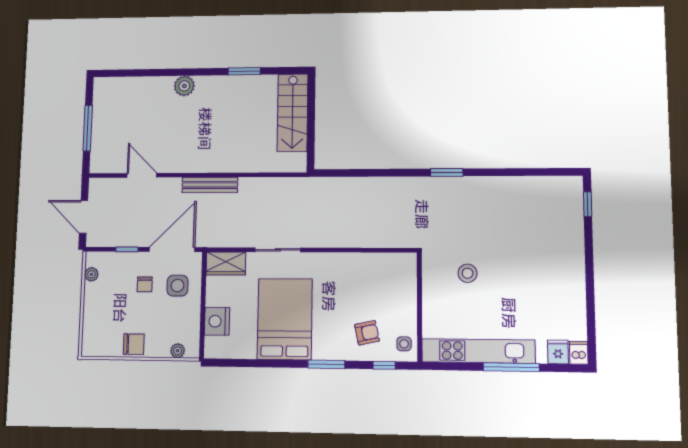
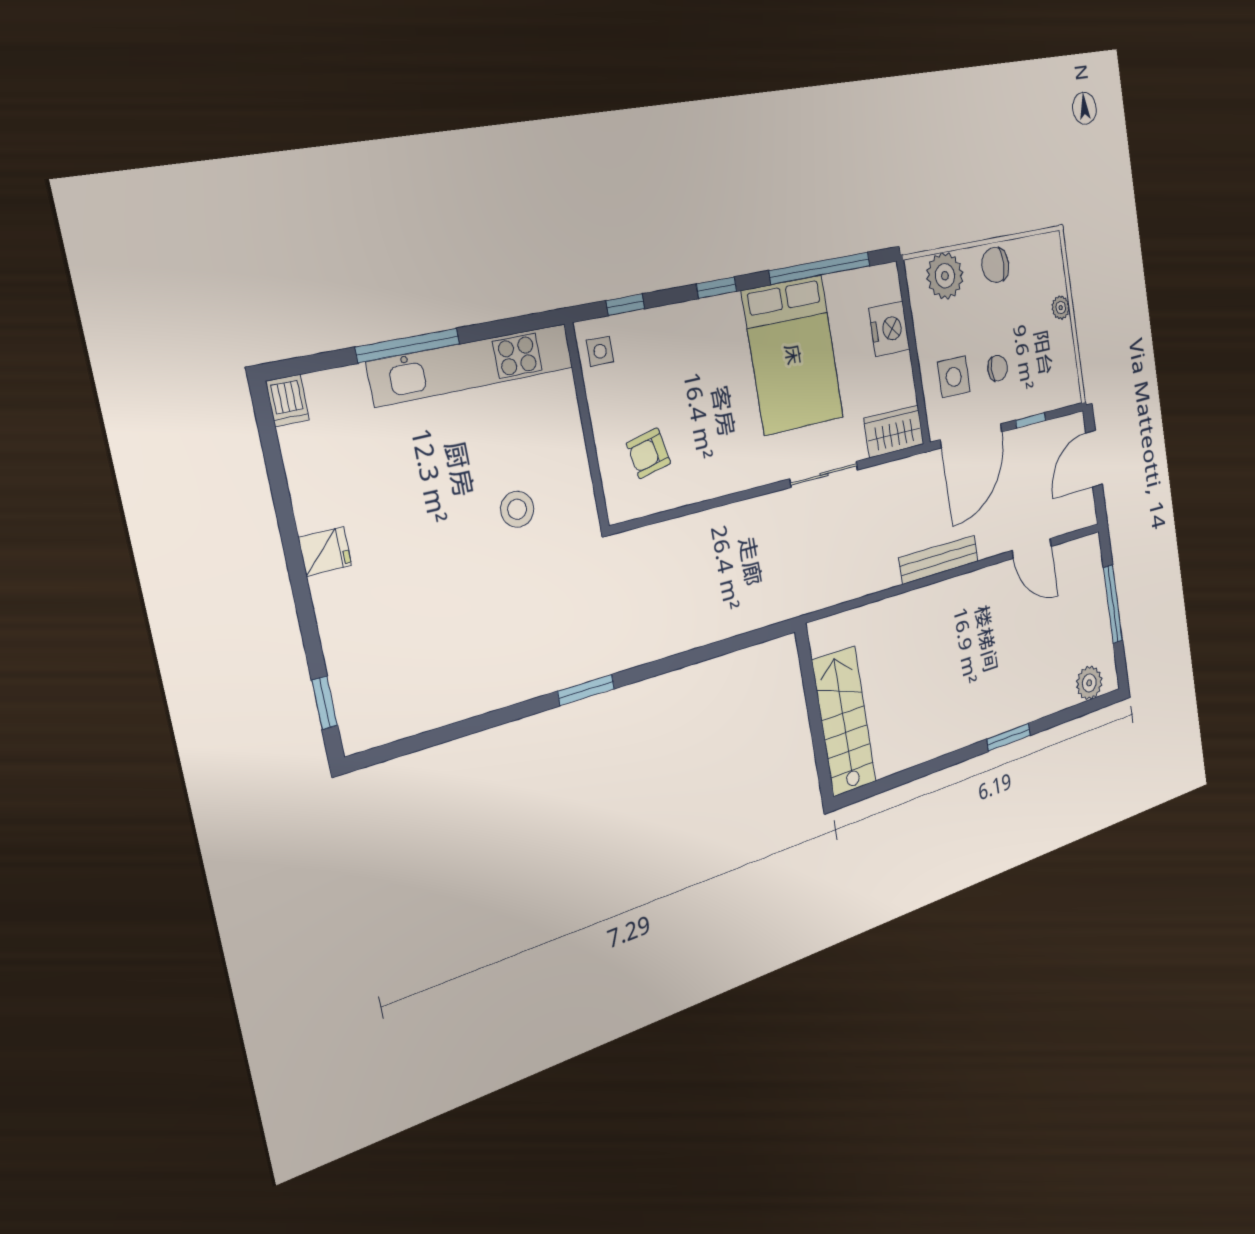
window: (244, 71) -> (1009, 737), moved
plant: (184, 86) -> (1089, 683), moved
door: (84, 217) -> (1094, 459), swing flipped
plant: (91, 274) -> (1061, 308), moved
chair: (145, 284) -> (998, 368), turned 90
armchair: (367, 333) -> (649, 453), moved
plant: (178, 351) -> (945, 276), width x1.87, depth x1.87
fridge: (558, 352) -> (325, 551), moved, turned -90
window: (257, 363) -> (820, 268), added
window: (326, 364) -> (717, 288), width x0.67

